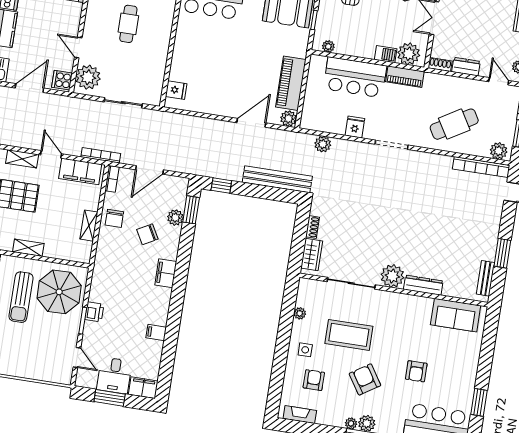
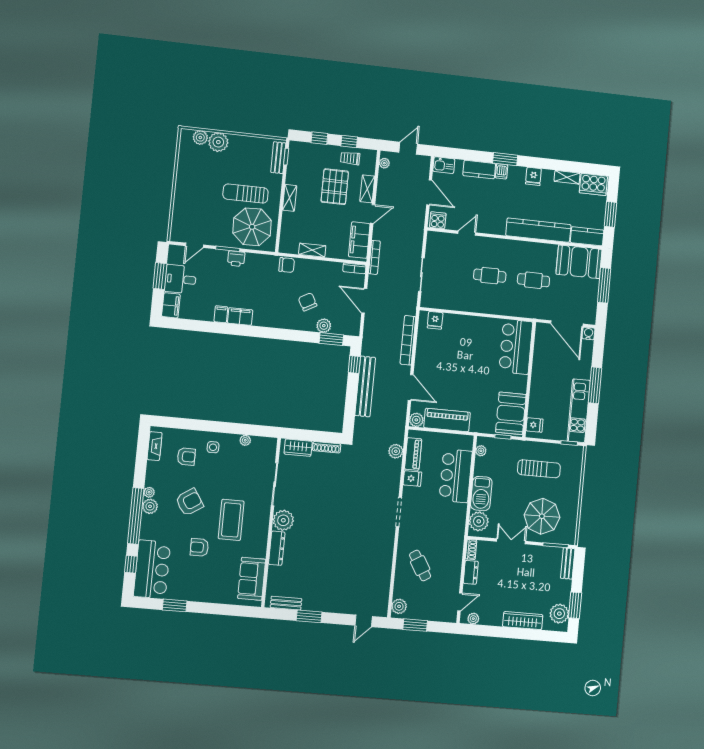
barbecue: (386, 54) -> (481, 494), width x1.88, depth x1.53
plant: (88, 77) -> (442, 243), removed
piano: (405, 77) -> (413, 454), moved, turned 180
cafe table: (454, 124) -> (420, 566), width x0.73, depth x0.74
bookcase: (481, 167) -> (408, 340), moved
bench: (277, 179) -> (365, 386), moved
chair: (114, 218) -> (287, 265), moved, turned 180
shoe rack: (312, 227) -> (327, 447), width x1.43
filing cabinet: (166, 273) -> (240, 316), moved
coffee table: (349, 335) -> (231, 520), moved

